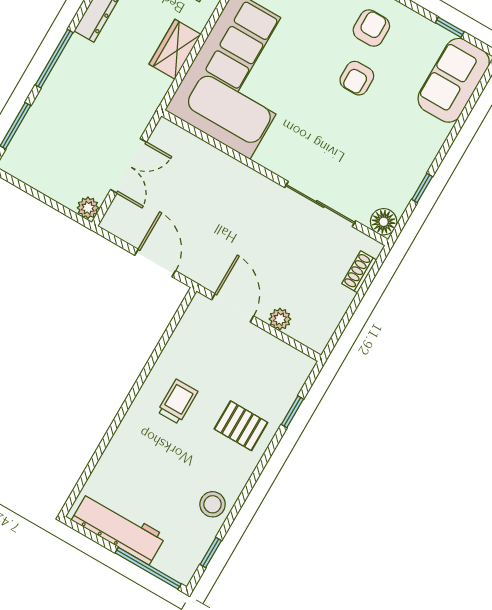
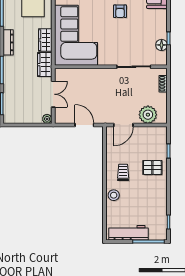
wardrobe: (146, 97) -> (45, 65), added
floor lamp: (384, 222) -> (162, 45), moved
door: (233, 308) -> (123, 125), swing flipped
plant: (280, 319) -> (148, 115), width x1.87, depth x1.87
stool: (213, 504) -> (114, 195), moved

